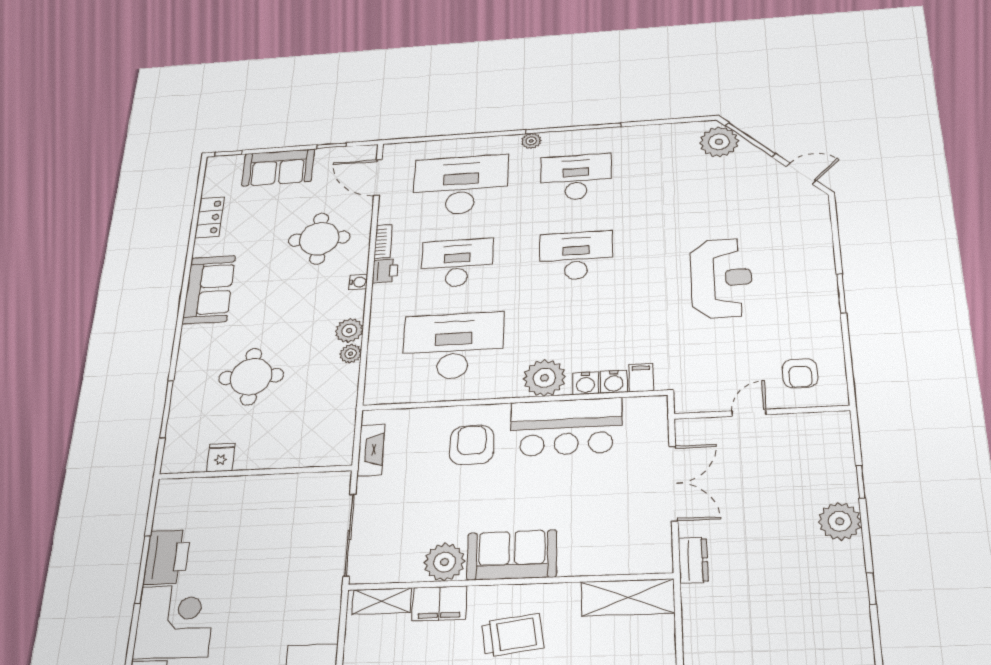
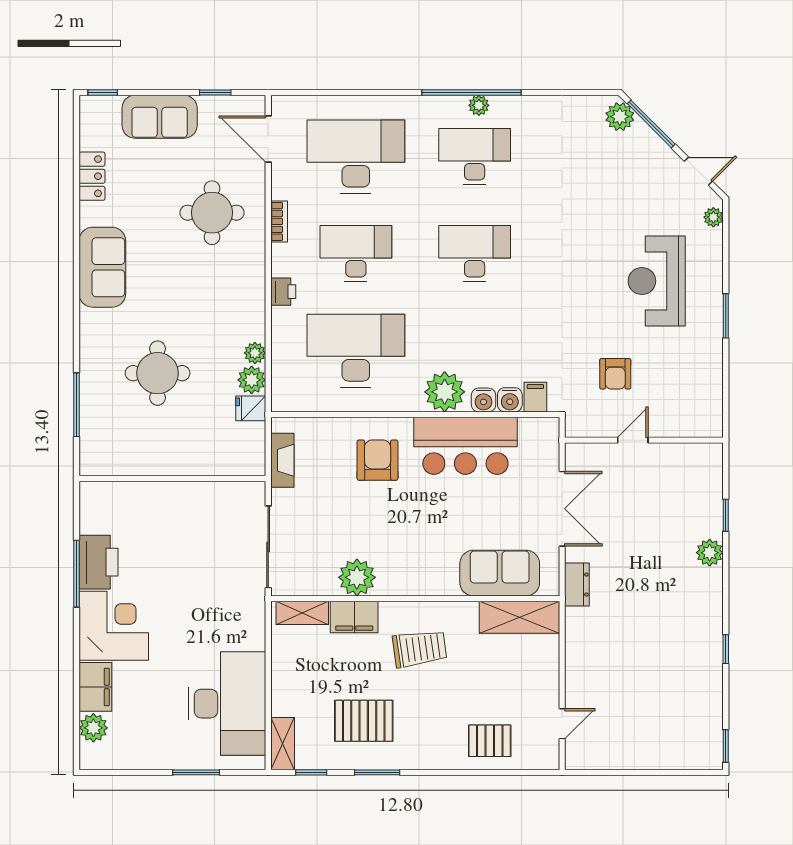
plant: (531, 141) -> (479, 105), moved
plant: (719, 142) -> (620, 117), width x0.73, depth x0.73
plant: (820, 210) -> (713, 217), added
printer: (385, 271) -> (283, 292), moved
reception desk: (721, 278) -> (657, 281), moved, turned 180
water cooler: (358, 282) -> (257, 269), removed
plant: (349, 330) -> (252, 380), moved
armchair: (800, 373) -> (615, 374), moved
fridge: (221, 458) -> (251, 408), moved, turned -90
plant: (840, 521) -> (710, 553), width x0.73, depth x0.73
sofa: (512, 555) -> (500, 573), moved
window: (871, 589) -> (726, 649), moved

